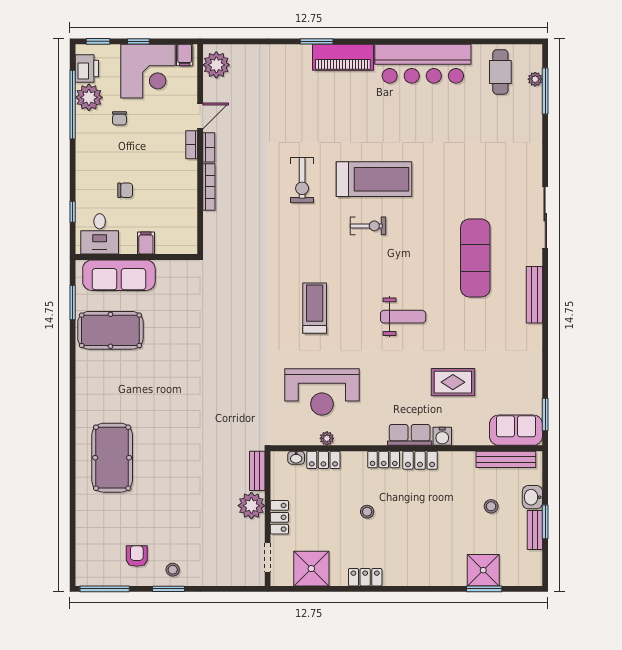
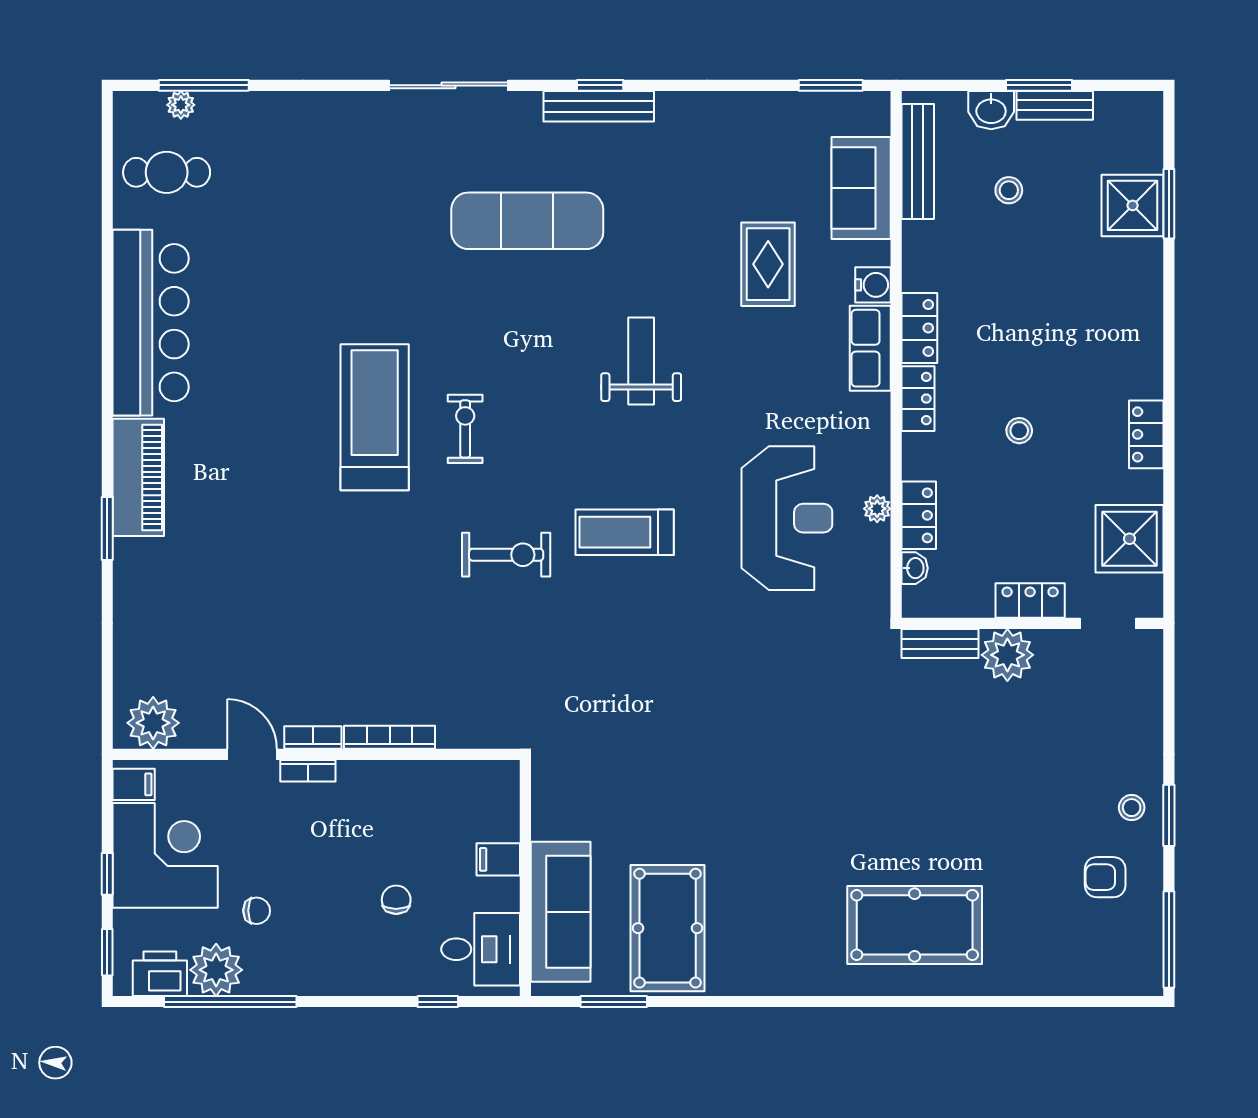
exercise bike: (302, 180) -> (506, 555), moved
window: (545, 296) -> (600, 85), added
sofa: (516, 430) -> (861, 188), moved

